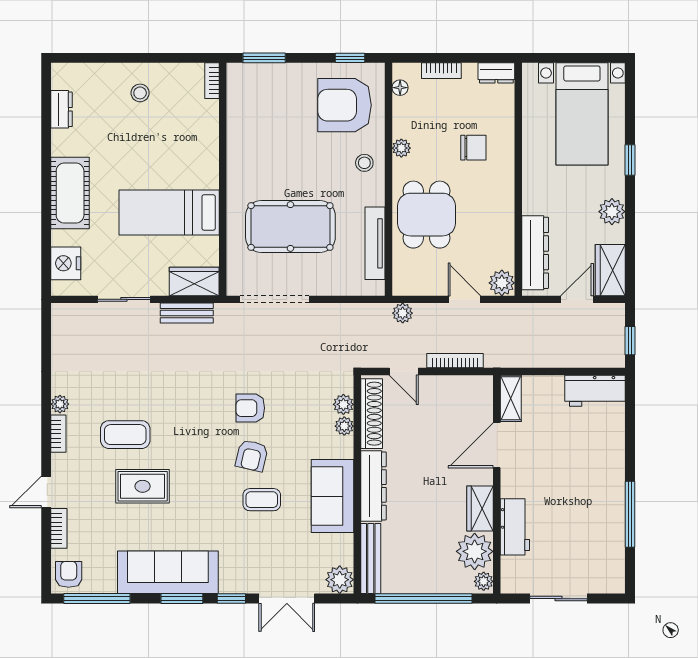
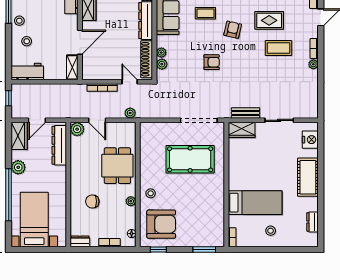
window: (630, 160) -> (9, 195), width x3.17
bed: (169, 212) -> (255, 203), moved
tv unit: (375, 243) -> (145, 150), removed
stool: (596, 447) -> (27, 41), added
armchair: (252, 456) -> (233, 30), moved
stool: (610, 486) -> (19, 21), added

